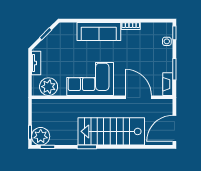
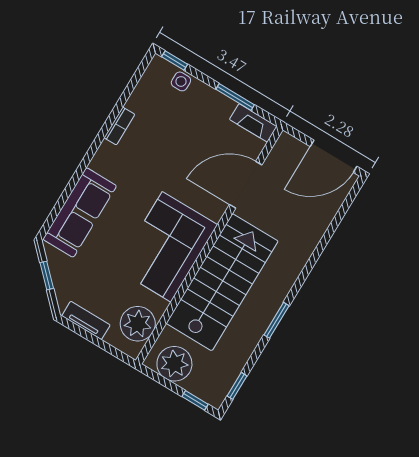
sofa: (99, 32) -> (80, 212), moved
door: (174, 128) -> (334, 156), hinge flipped
stairs: (111, 131) -> (222, 282), moved, turned 180
plant: (41, 136) -> (174, 364), moved

